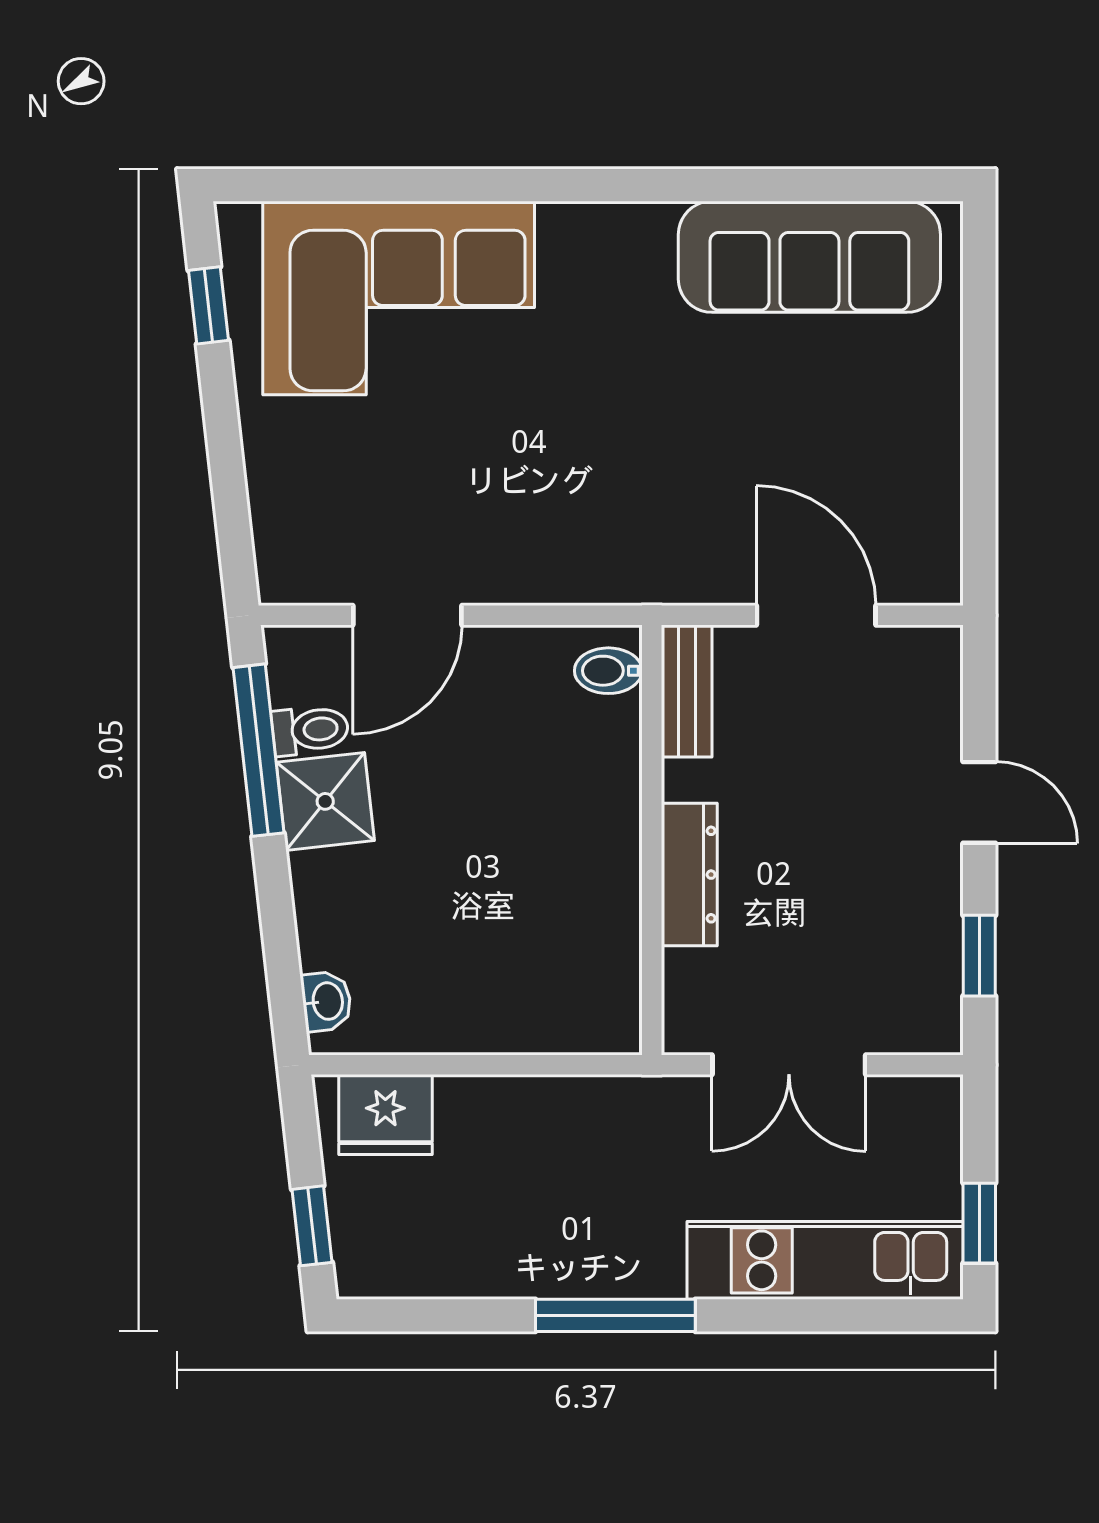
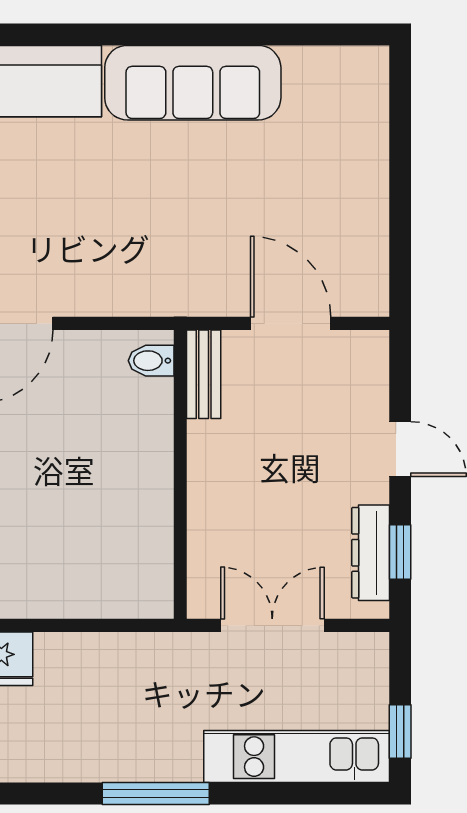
sofa: (809, 257) -> (193, 83), moved
dresser: (689, 875) -> (371, 553), moved, turned 180
double door: (789, 1065) -> (272, 625), swing flipped

